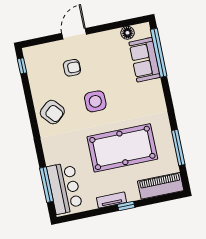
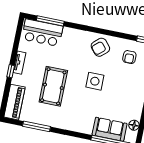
armchair: (72, 68) -> (129, 57), moved
pool table: (122, 148) -> (53, 86), width x0.73, depth x0.76

